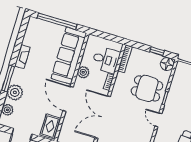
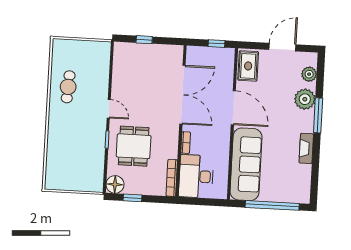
desk: (106, 60) -> (196, 176), width x1.37
plant: (83, 72) -> (222, 147), removed
dining table: (147, 88) -> (134, 146), turned 90

